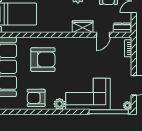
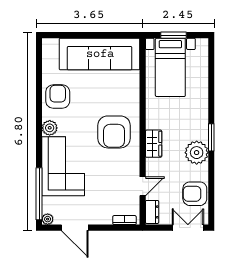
wardrobe: (83, 27) -> (154, 144), moved
door: (103, 35) -> (143, 186), swing flipped
armchair: (43, 60) -> (114, 132), moved

